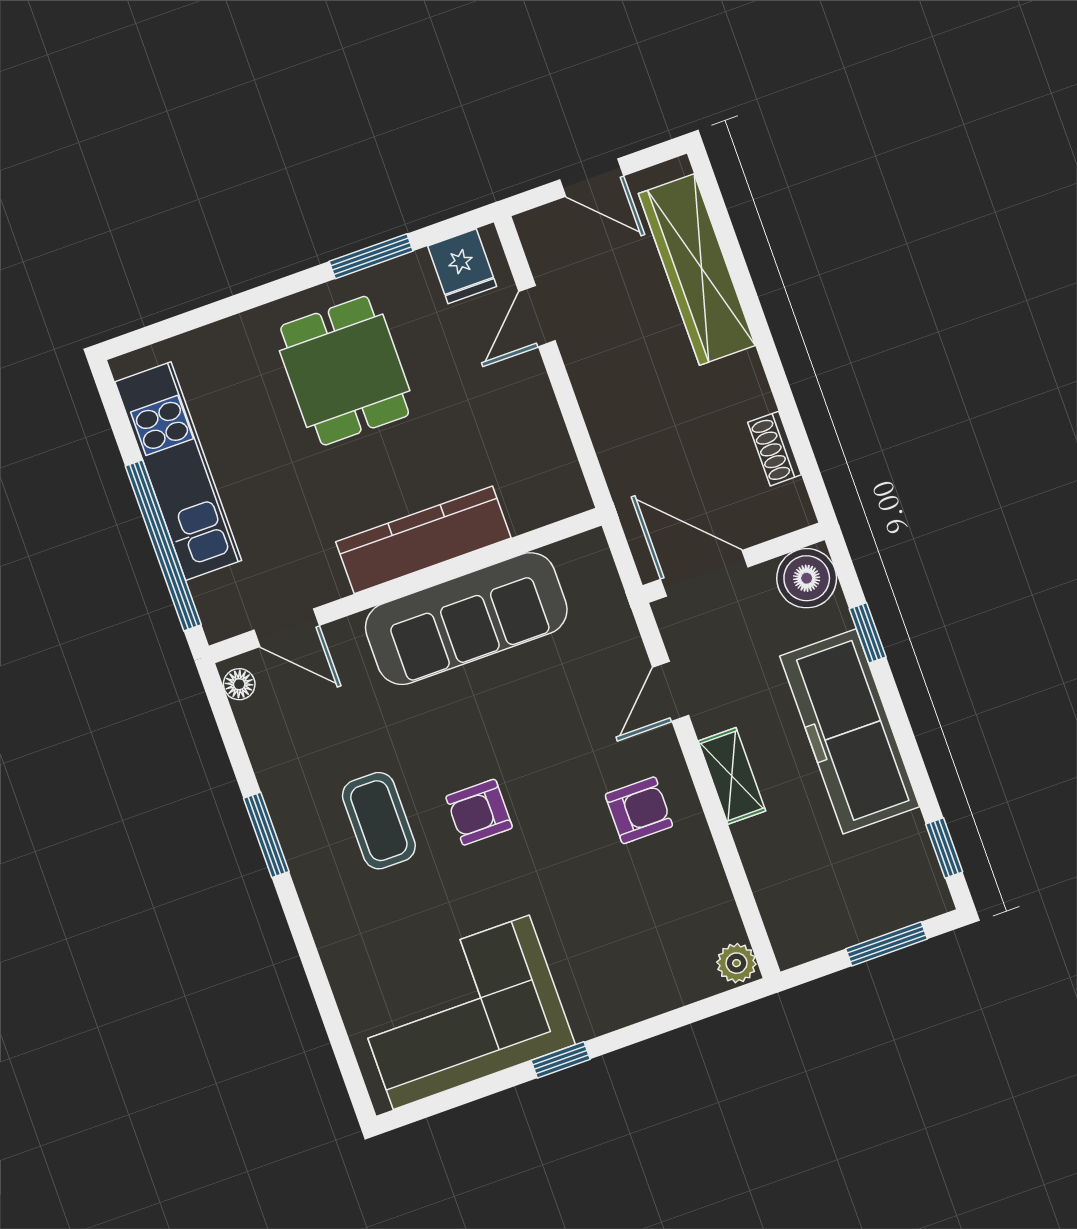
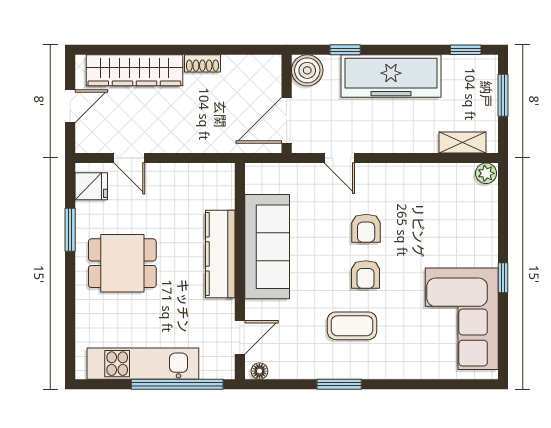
shoe rack: (775, 449) -> (202, 63), moved
shelving: (732, 776) -> (463, 142), moved
armchair: (639, 810) -> (366, 228), moved, turned 180

